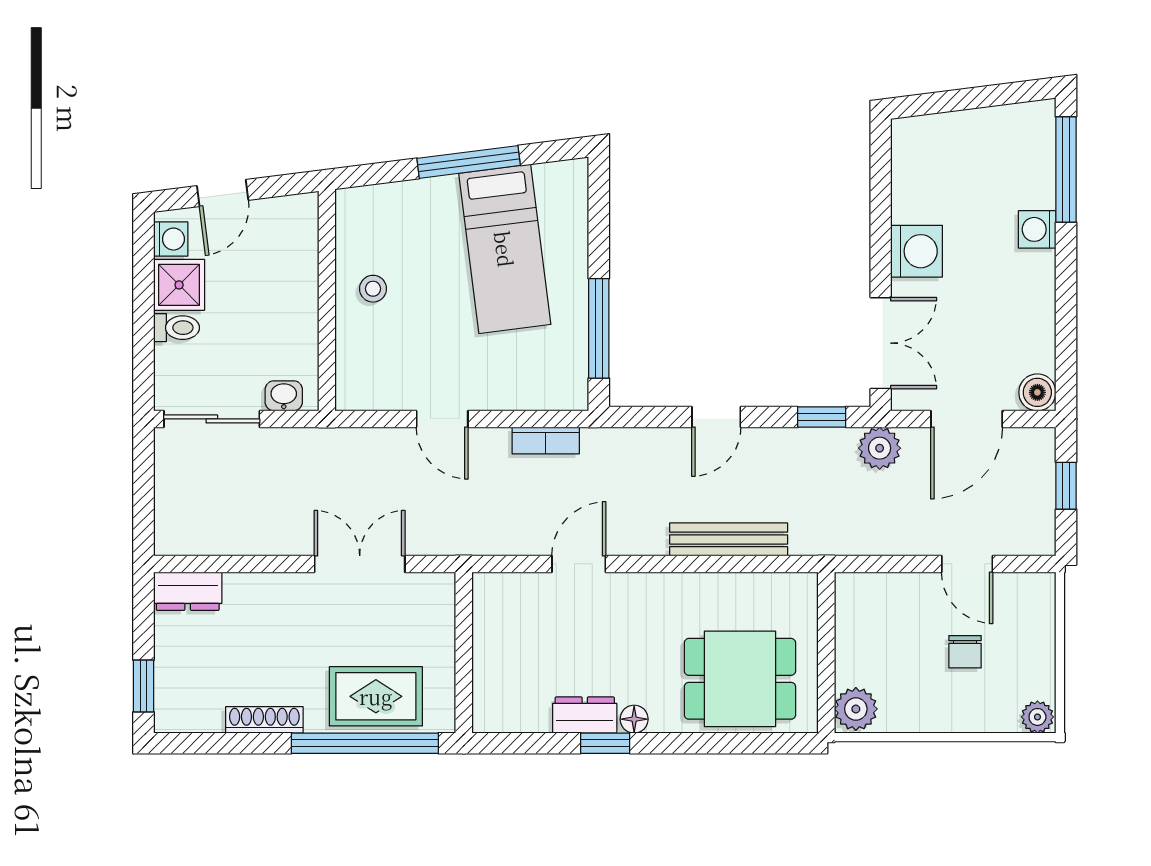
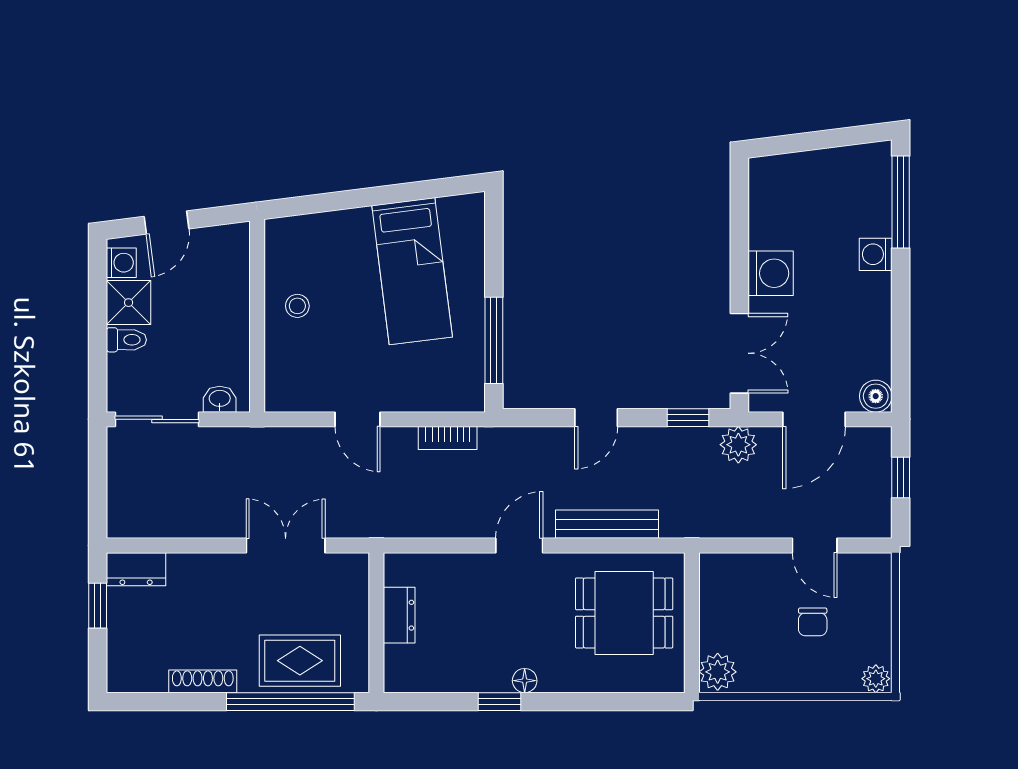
window: (469, 162) -> (381, 195), removed
door: (579, 564) -> (519, 546), moved
dining table: (740, 679) -> (624, 613), moved
window: (144, 686) -> (98, 606), moved
dresser: (585, 715) -> (399, 615), moved, turned 90

